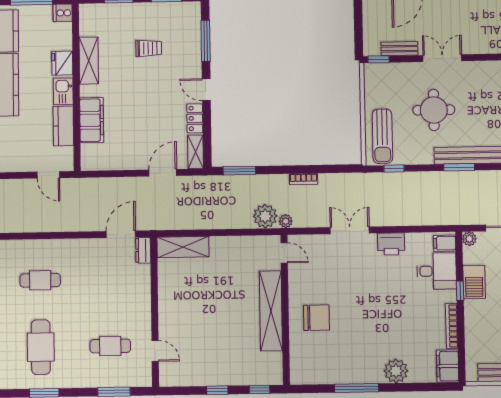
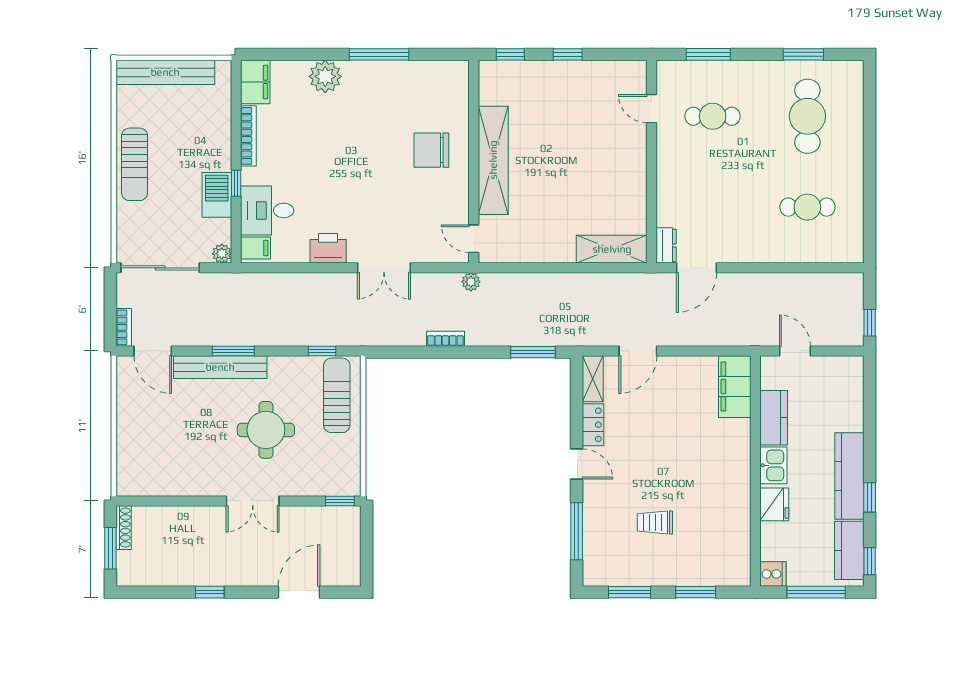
bench: (399, 49) -> (311, 515), removed
shelving: (89, 61) -> (738, 507), removed
filing cabinet: (92, 120) -> (735, 387), moved
plant: (265, 216) -> (499, 289), removed

